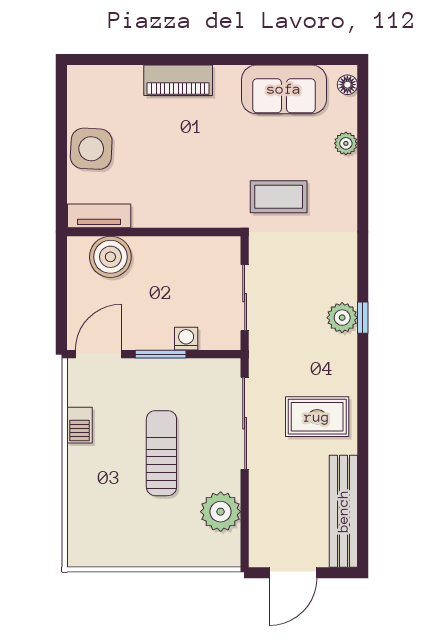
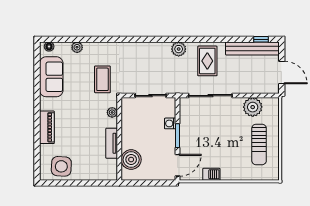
side table: (91, 149) -> (61, 166), moved
tv unit: (99, 216) -> (112, 143), moved
plant: (209, 217) -> (112, 112), added
plant: (342, 318) -> (179, 49), moved
window: (363, 318) -> (261, 39), moved
door: (98, 354) -> (178, 165), swing flipped
sun lounger: (161, 453) -> (259, 144), moved, turned -90

